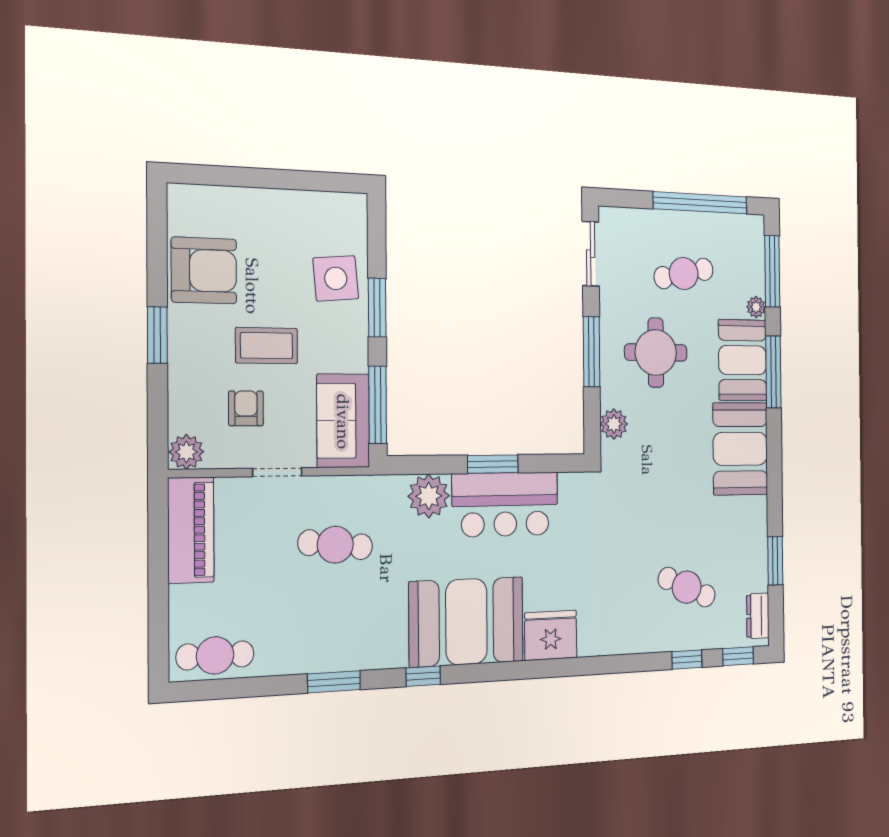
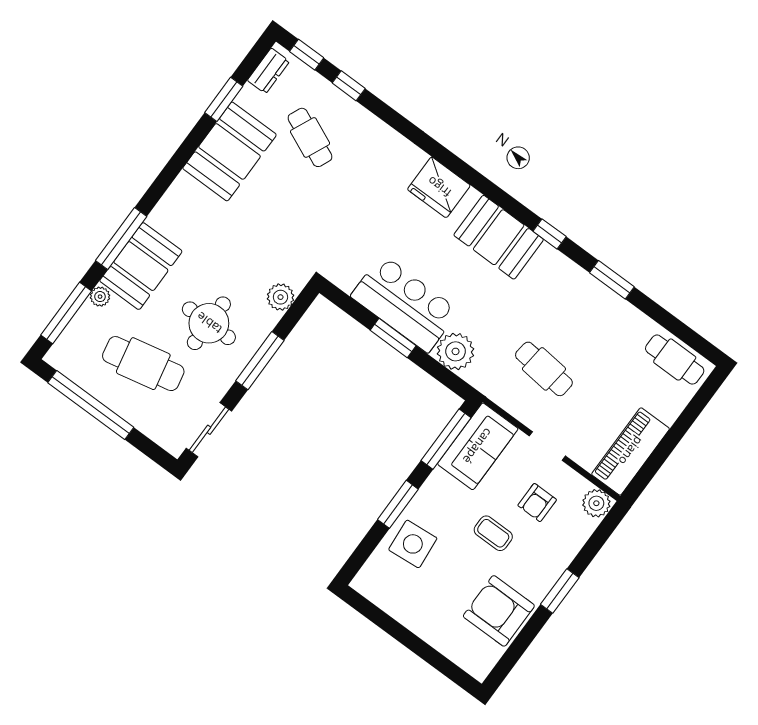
cafe table: (684, 273) -> (143, 364), width x1.37, depth x1.35
coffee table: (267, 346) -> (493, 533), width x0.73, depth x0.77
booth: (740, 449) -> (230, 151), moved
booth: (466, 622) -> (499, 237), width x0.73, depth x0.70

